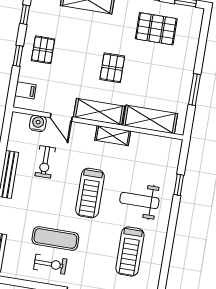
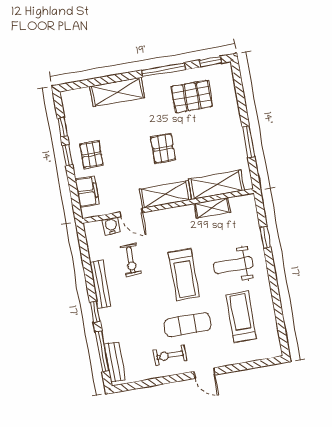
window: (18, 56) -> (67, 155), moved
filing cabinet: (25, 90) -> (87, 192), width x2.00
shelving: (113, 136) -> (212, 208), moved
exercise mat: (55, 238) -> (188, 325), moved
treadmill: (130, 251) -> (241, 317), turned 180
exercise bike: (50, 264) -> (170, 355), turned 180

